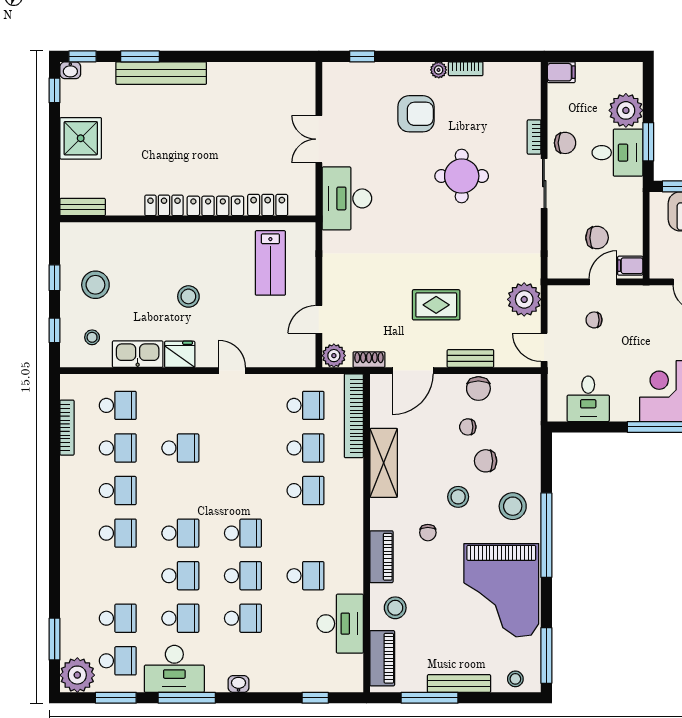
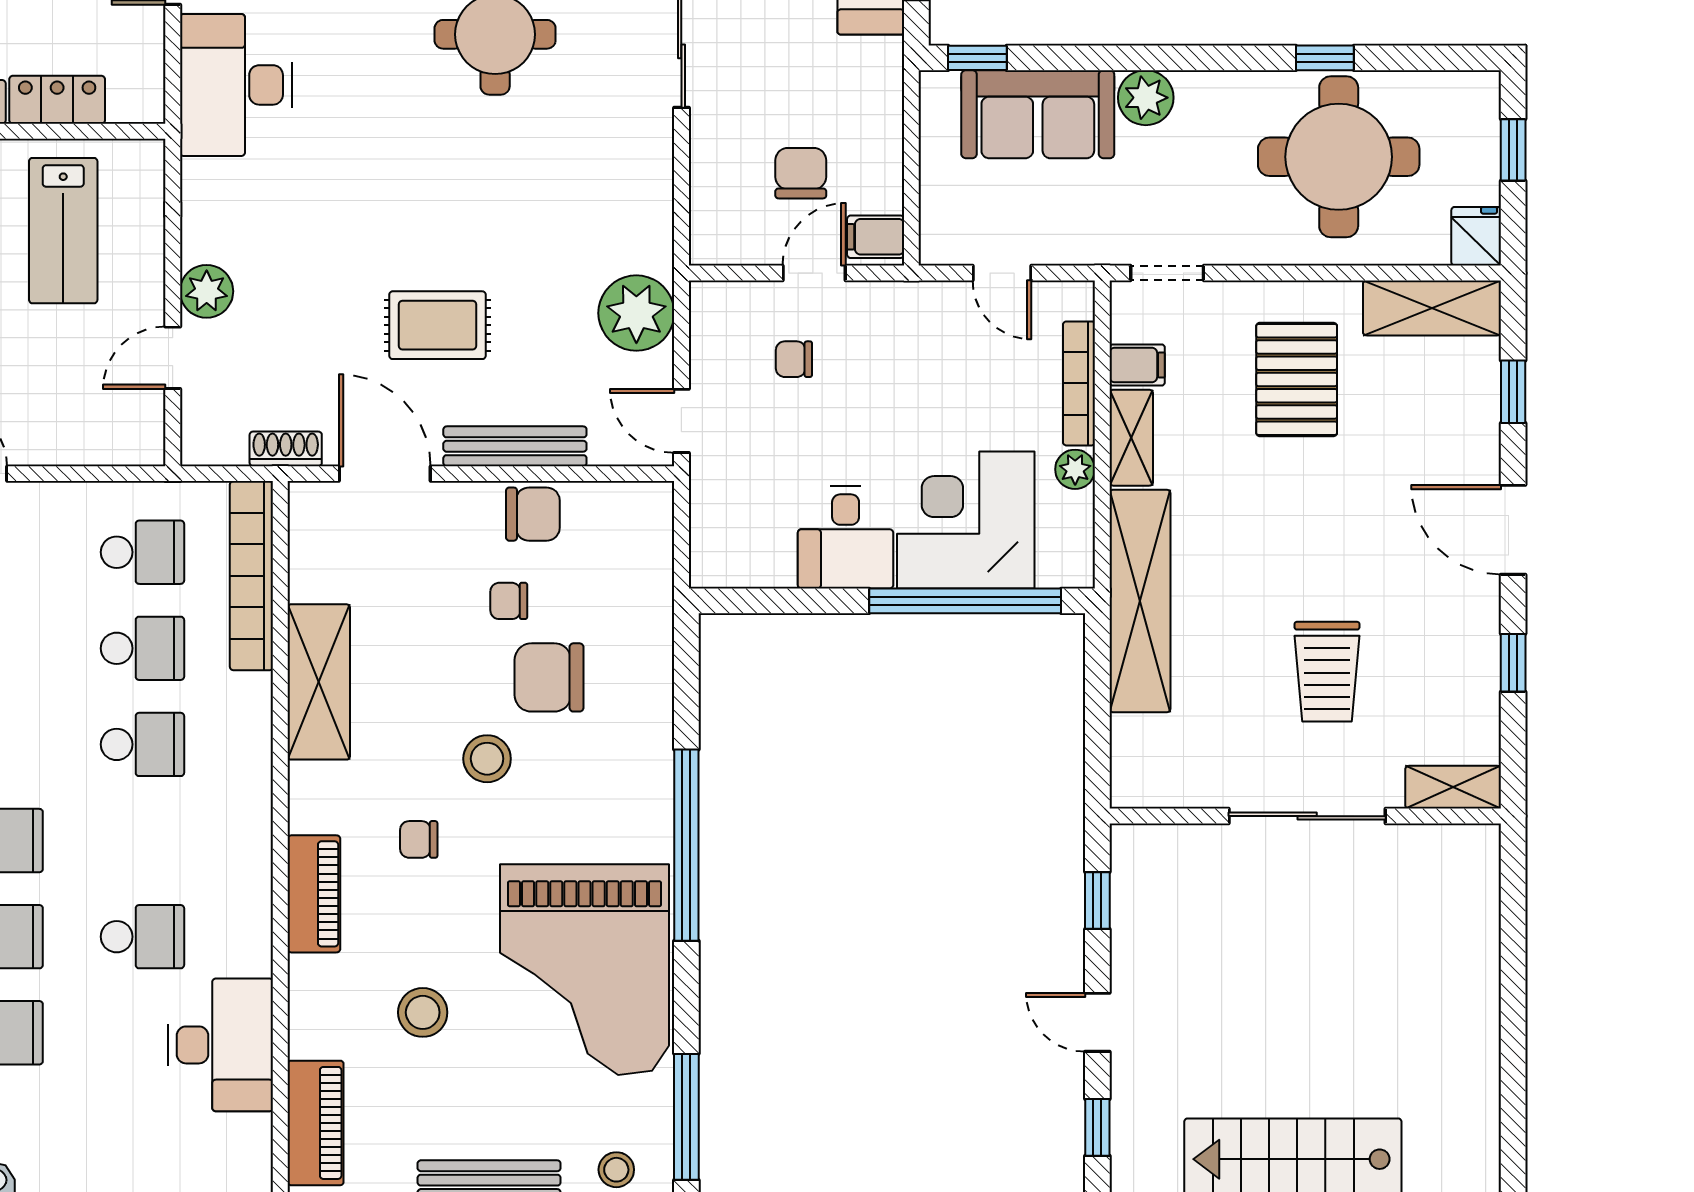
chair: (597, 238) -> (801, 173), turned -90
plant: (334, 356) -> (207, 291), moved
bench: (470, 358) -> (515, 446), width x1.36
door: (413, 371) -> (385, 474), swing flipped
chair: (478, 389) -> (533, 514), turned -90
desk: (588, 399) -> (846, 537), moved
chair: (486, 461) -> (549, 677), width x1.37, depth x1.37
stool: (513, 506) -> (610, 780), removed
chair: (428, 533) -> (419, 839), turned 90
stool: (395, 608) -> (423, 1012), moved

